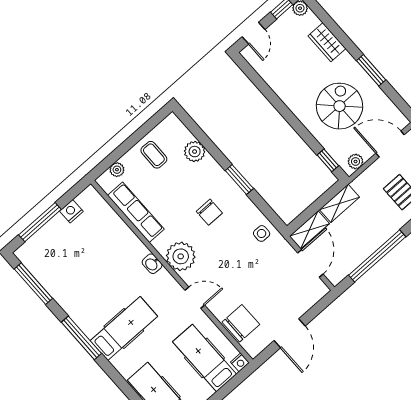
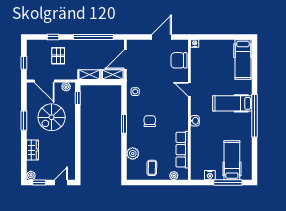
plant: (181, 256) -> (179, 113), removed
window: (33, 284) -> (255, 158), removed
window: (81, 338) -> (255, 116), width x1.46
hospital bed: (204, 358) -> (232, 160), moved, turned 180

